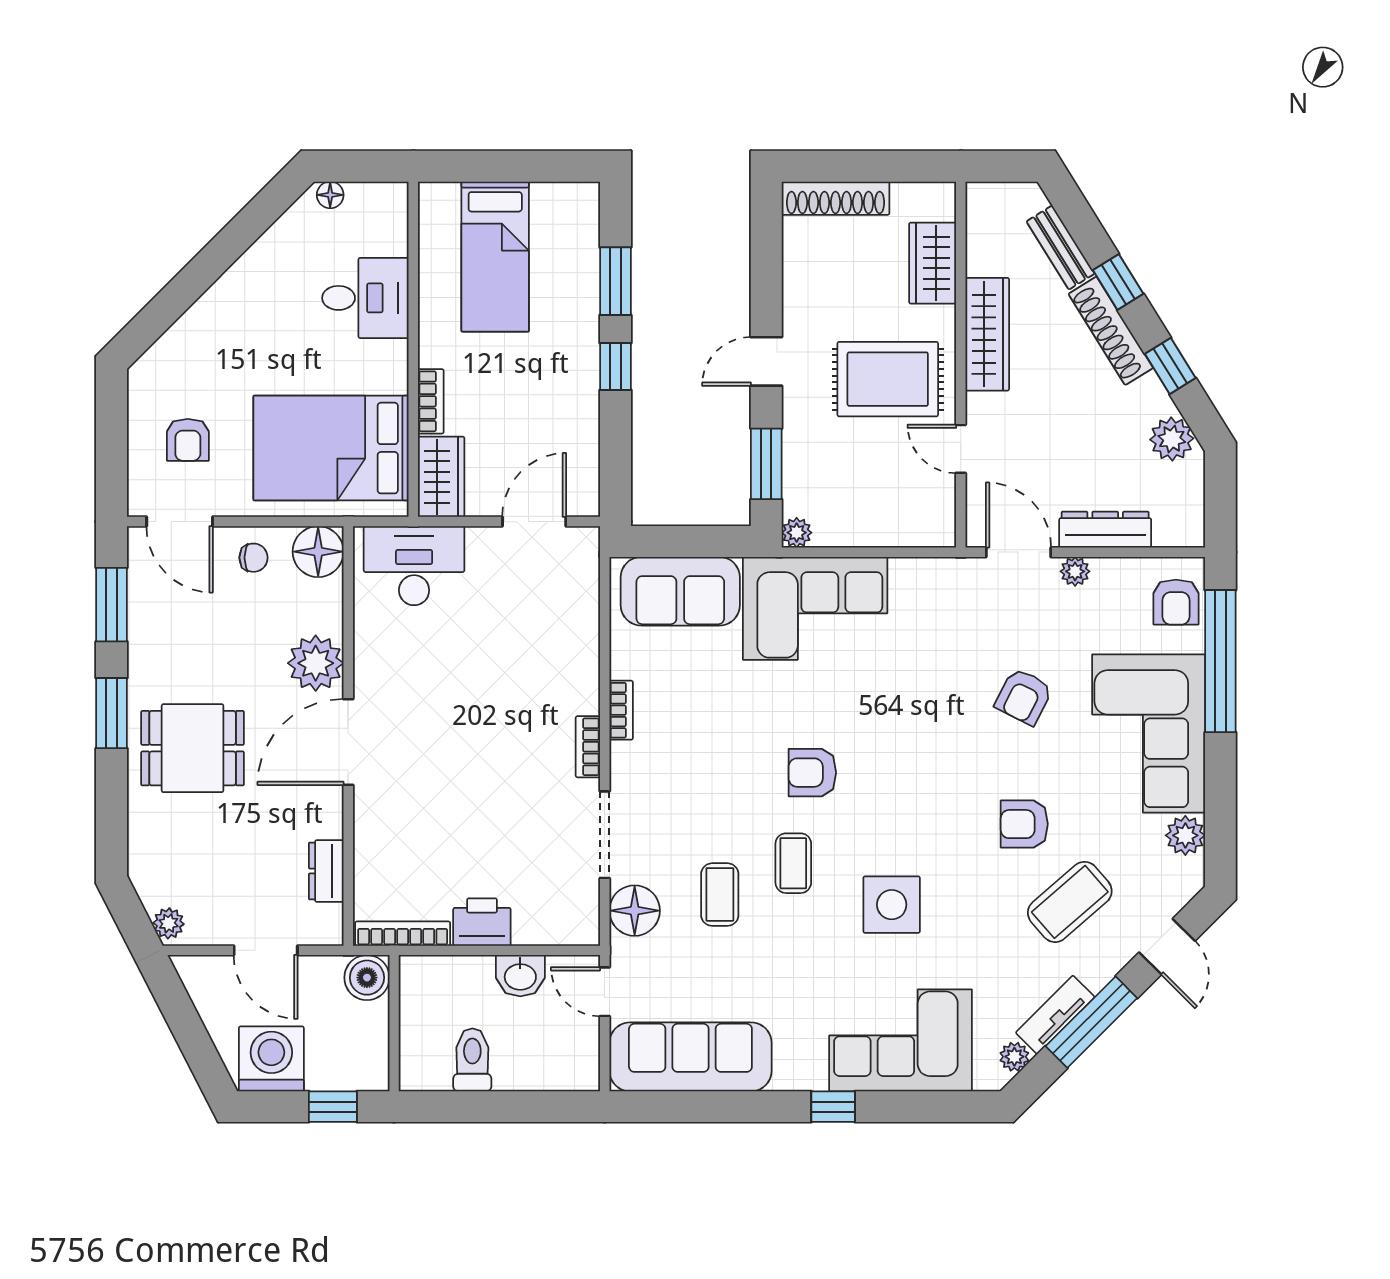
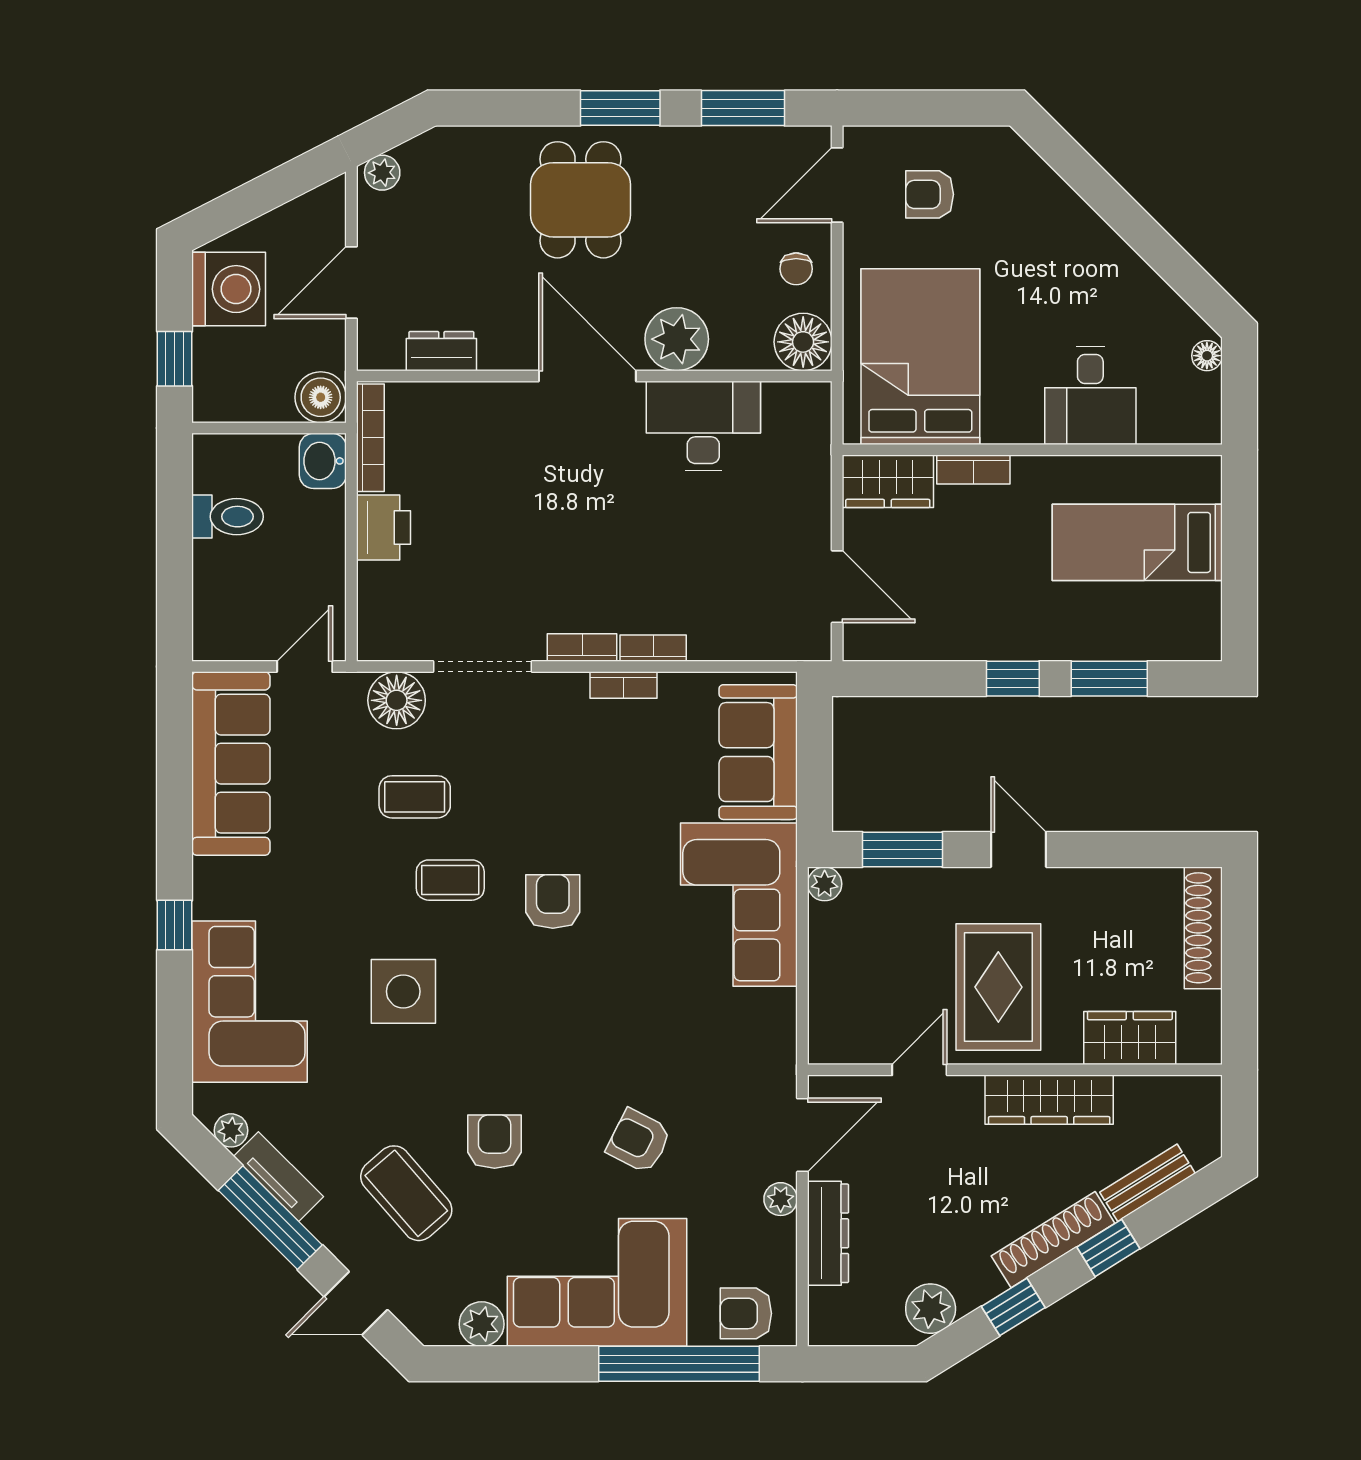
desk: (414, 566) -> (703, 426), moved, turned -90
bookcase: (588, 684) -> (653, 648), added
washbasin: (520, 976) -> (323, 461), moved

